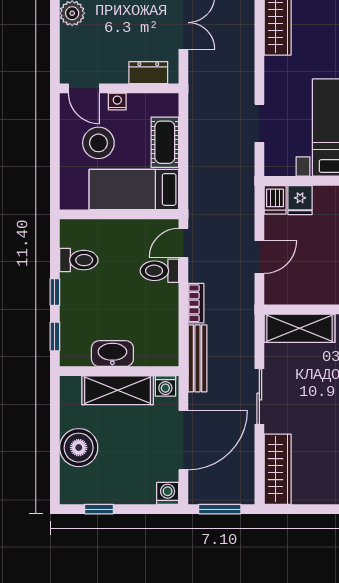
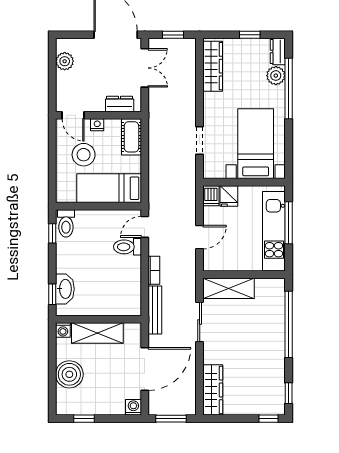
cot: (165, 142) -> (131, 137), moved
toilet: (79, 260) -> (66, 223), moved, turned 90
window: (55, 292) -> (52, 233), moved
washbasin: (112, 354) -> (65, 289), moved, turned 90
washing machine: (165, 386) -> (63, 330), moved
sliding door: (259, 397) -> (200, 322), moved

